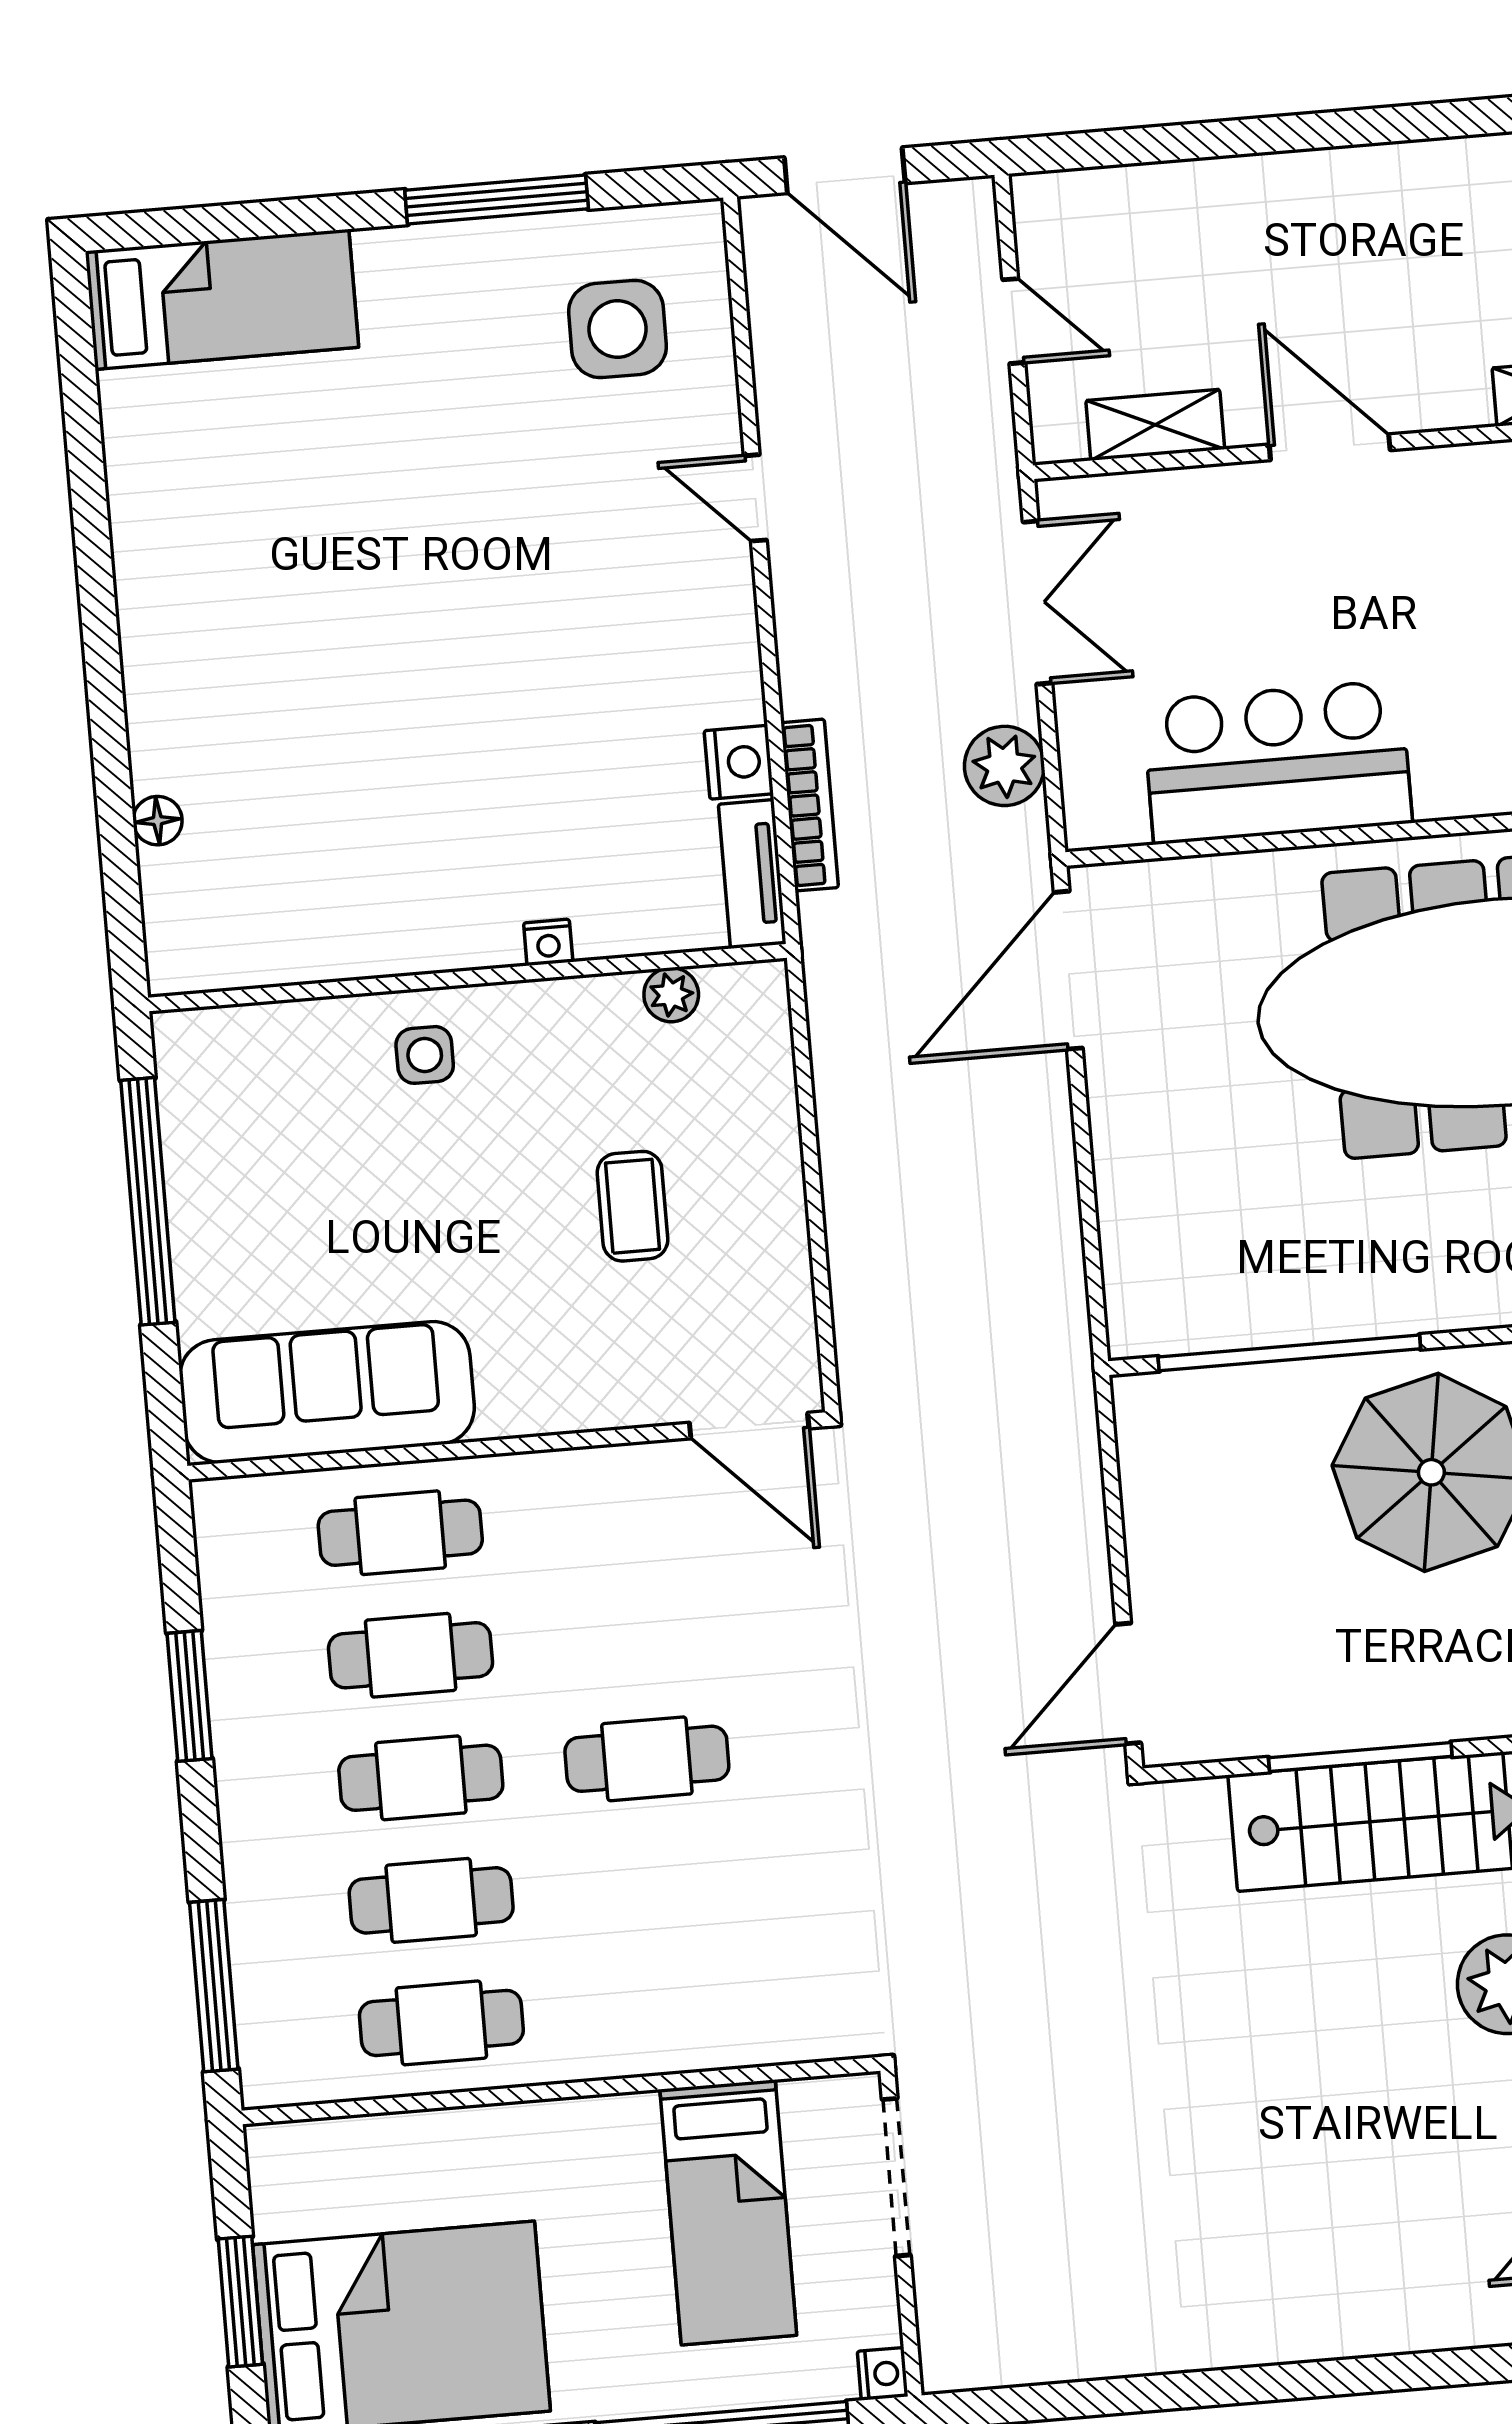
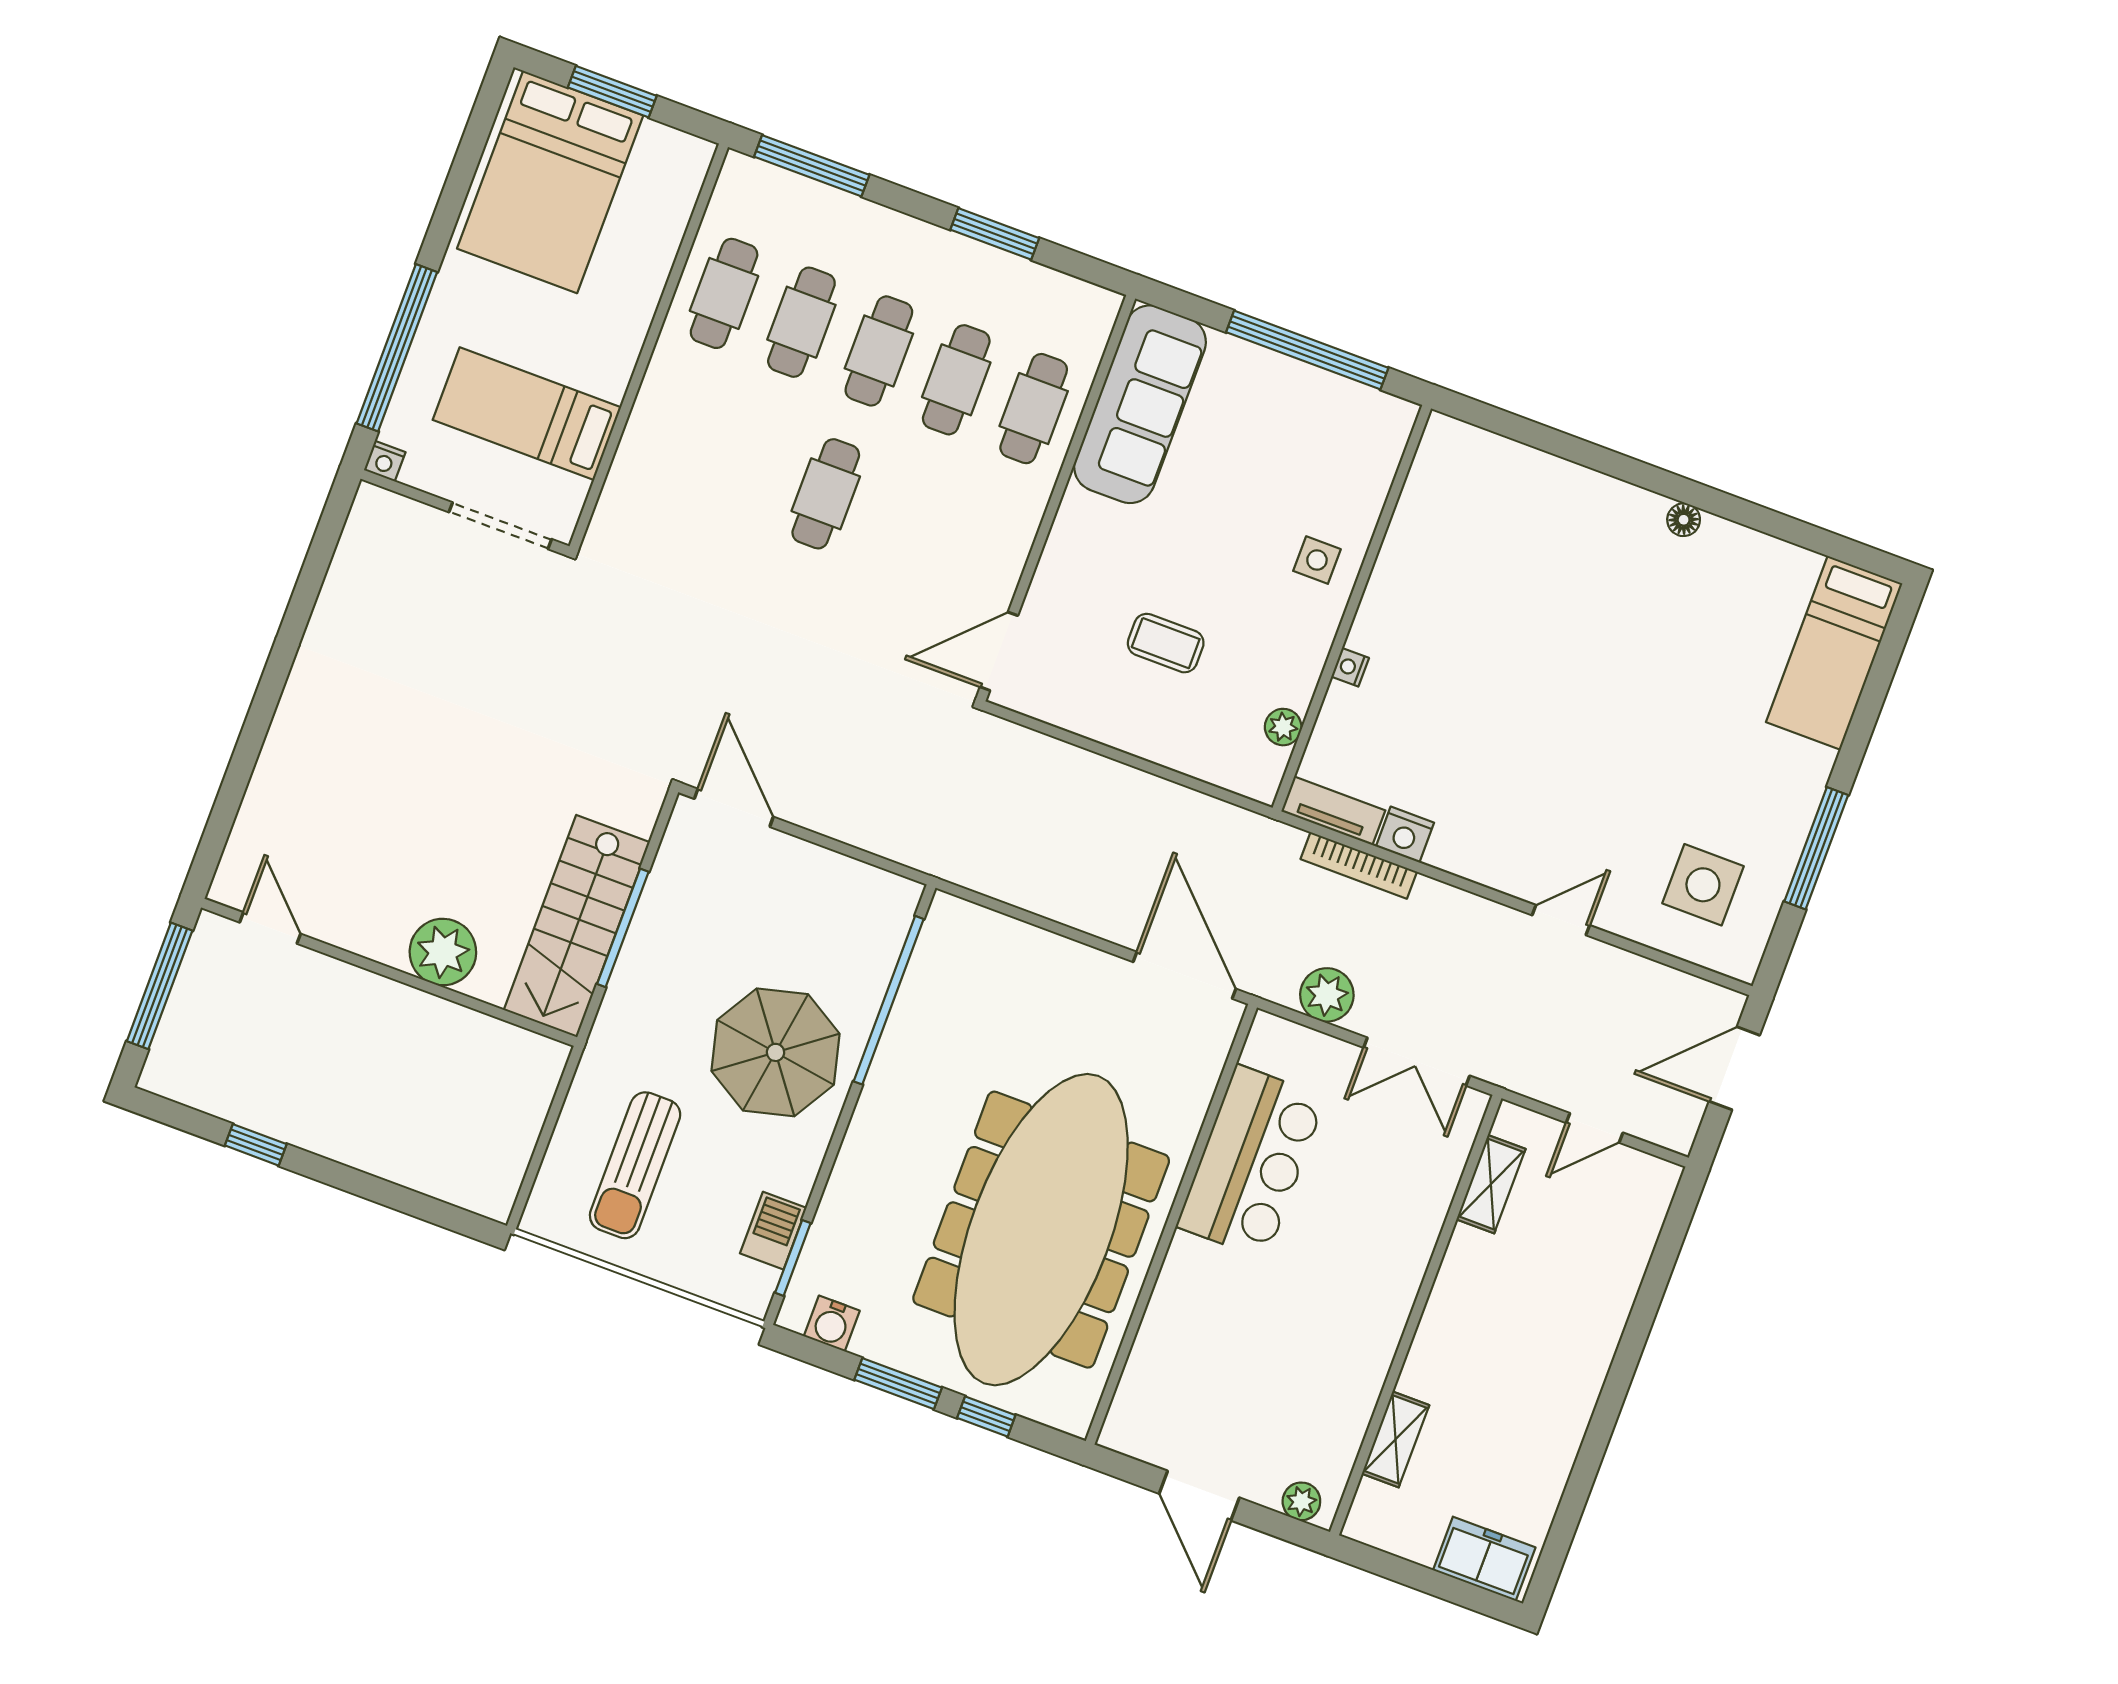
door: (1330, 447) -> (1427, 1284), removed
floor lamp: (158, 821) -> (1684, 520), moved

